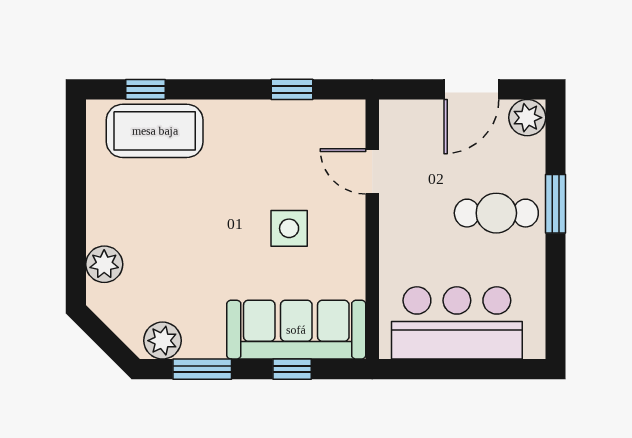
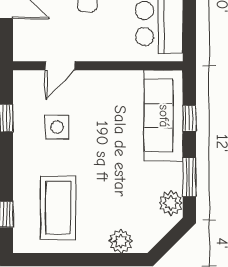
coffee table: (155, 131) -> (58, 208), moved
side table: (289, 228) -> (57, 127), moved

